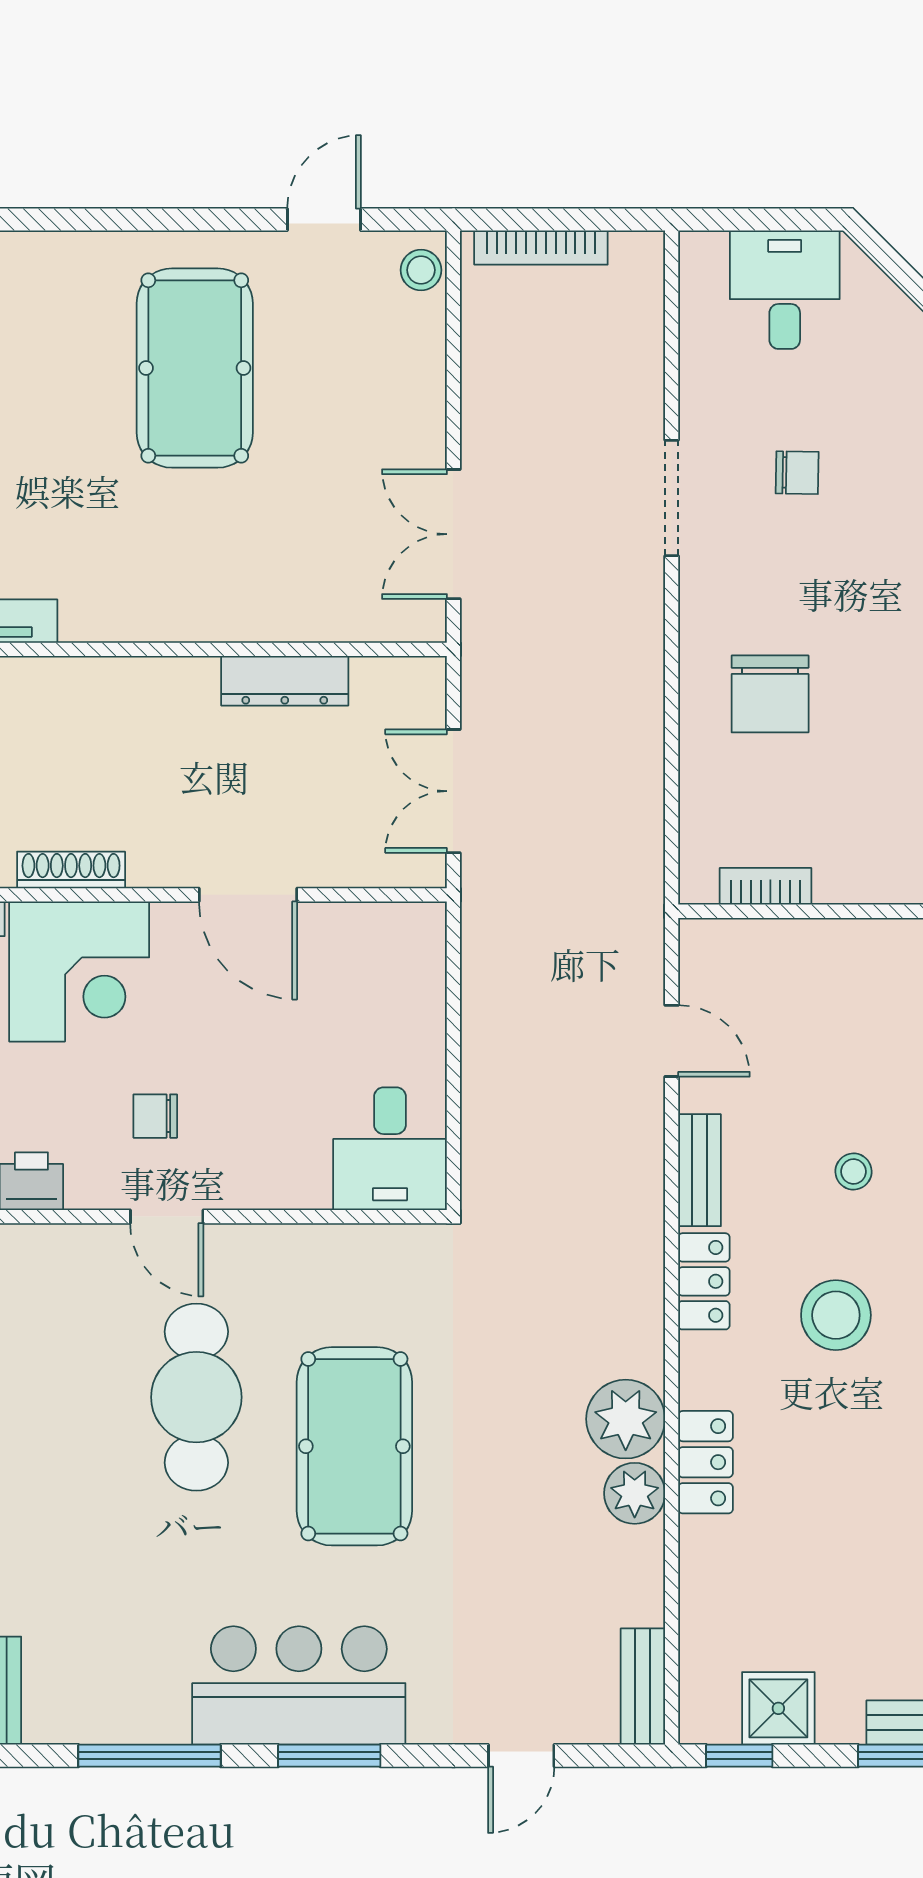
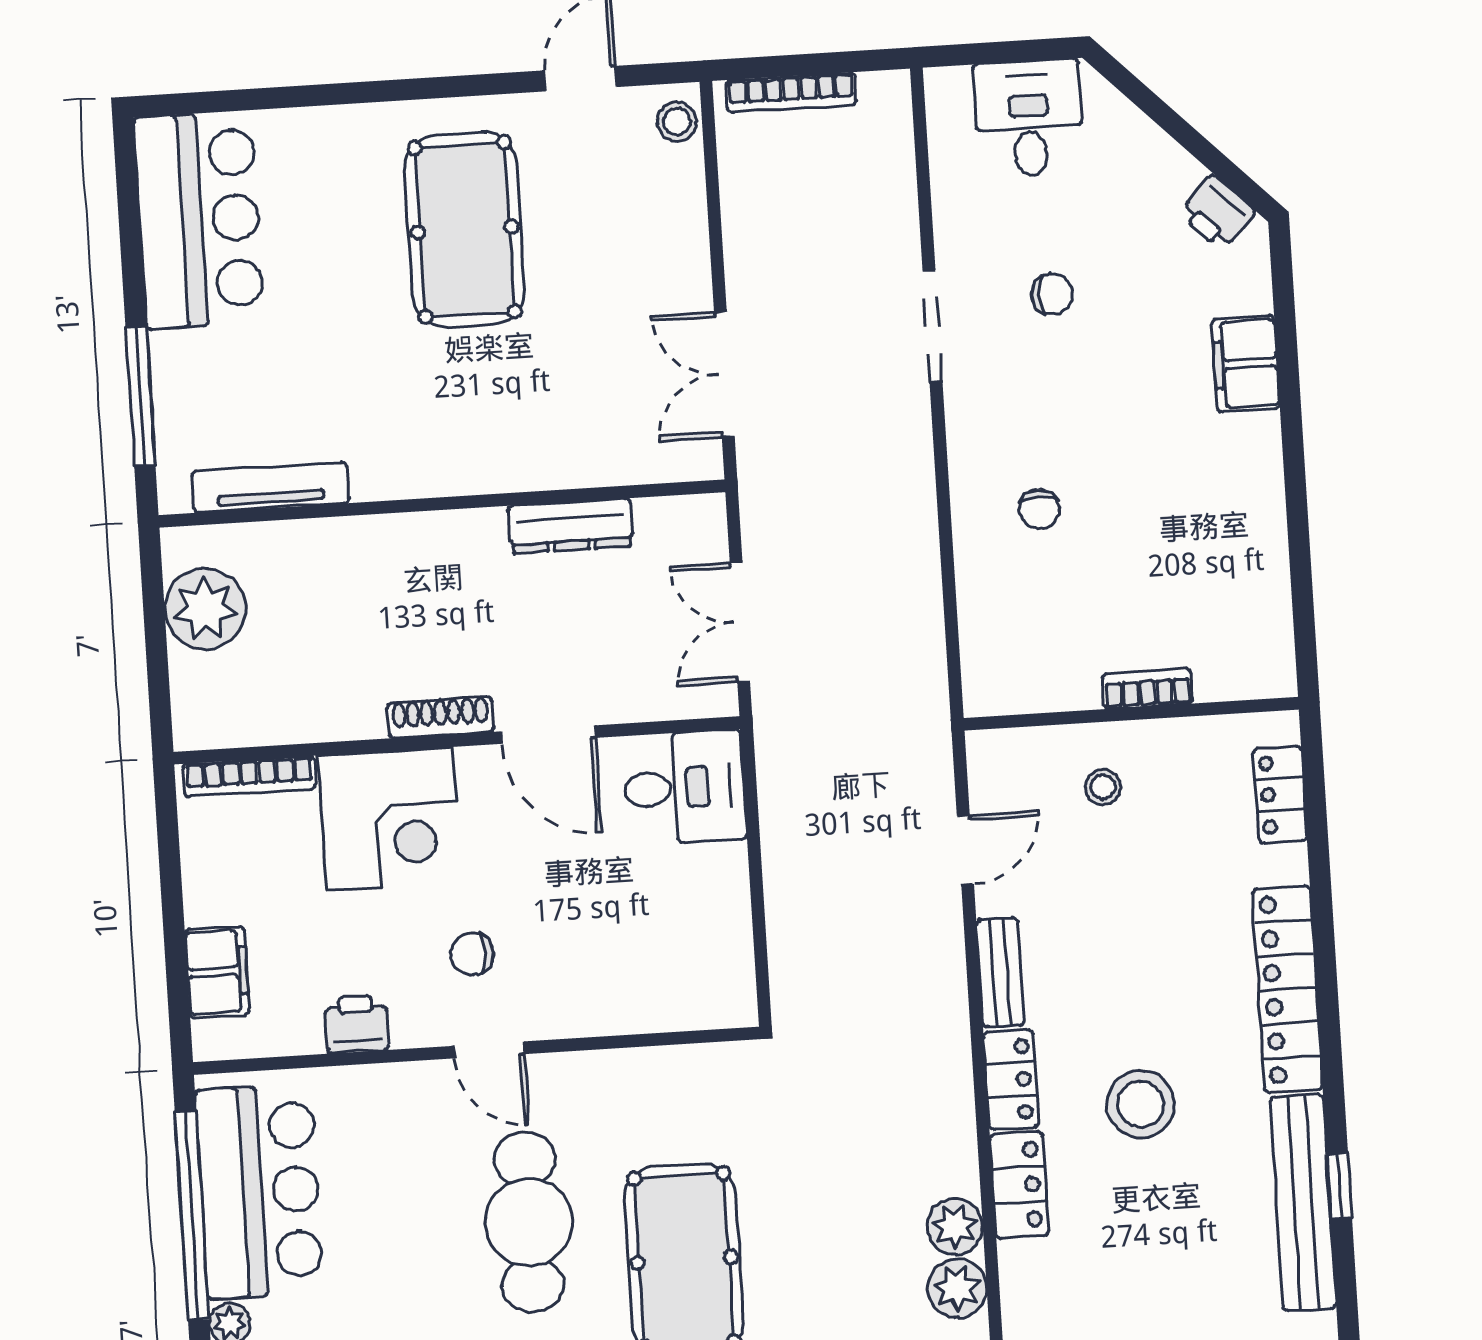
chair: (770, 694) -> (1039, 509), width x0.54, depth x0.54
shoe rack: (71, 870) -> (440, 717), moved
bookcase: (765, 886) -> (1148, 689), moved
door: (672, 1041) -> (965, 850), hinge flipped
desk: (390, 1149) -> (685, 787), moved, turned -90
stool: (853, 1172) -> (1103, 787), moved
plant: (626, 1419) -> (955, 1227), width x0.73, depth x0.73
locker: (706, 1462) -> (1019, 1185), moved

